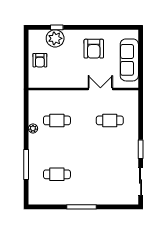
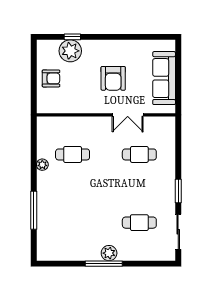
armchair: (94, 49) -> (113, 78), moved
armchair: (40, 60) -> (51, 78), turned -90
double door: (100, 89) -> (128, 115), swing flipped
cafe table: (57, 174) -> (139, 223), moved
plant: (86, 198) -> (109, 253), added

